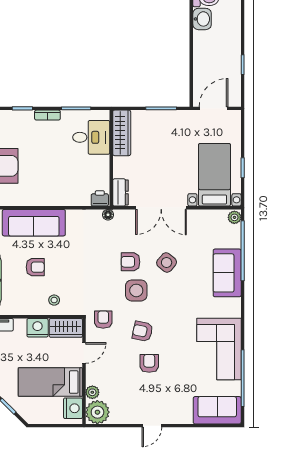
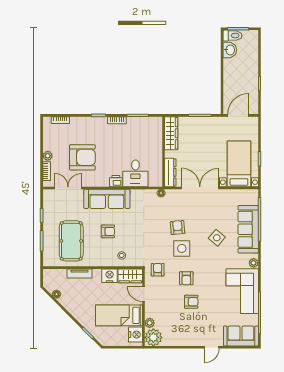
desk: (91, 137) -> (135, 173), moved, turned 90
dresser: (121, 192) -> (170, 172), width x1.44
printer: (100, 198) -> (116, 181), moved
double door: (161, 208) -> (200, 188), swing flipped
plant: (234, 217) -> (254, 263), moved
armchair: (130, 262) -> (177, 227), turned 85
side table: (167, 263) -> (217, 238), moved
sofa: (227, 273) -> (248, 229), width x1.36
armchair: (142, 331) -> (186, 278), turned -102
door: (84, 353) -> (144, 294), swing flipped
armchair: (149, 363) -> (191, 302), turned 90
door: (152, 426) -> (212, 347), moved

